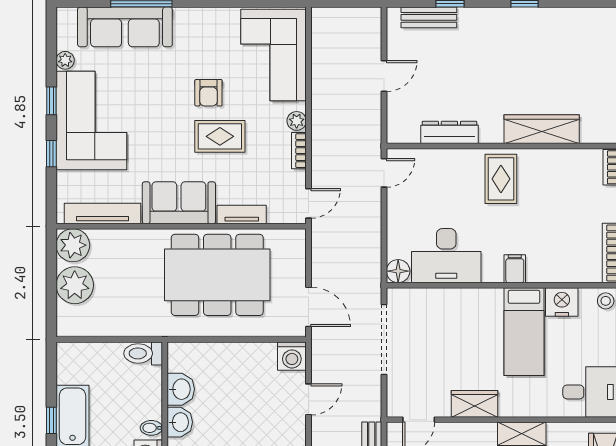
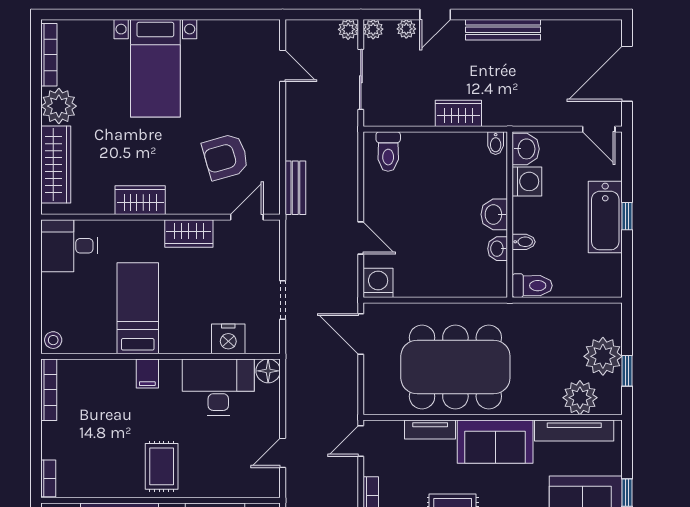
door: (384, 173) -> (283, 453), moved
plant: (73, 245) -> (580, 398), moved
window: (51, 271) -> (627, 371), added
nightstand: (562, 302) -> (228, 339), moved
doorway: (384, 339) -> (283, 300), width x0.53
washbasin: (181, 389) -> (498, 249), width x0.72, depth x0.69
door: (309, 399) -> (361, 238), swing flipped
bidet: (151, 428) -> (524, 242), moved

